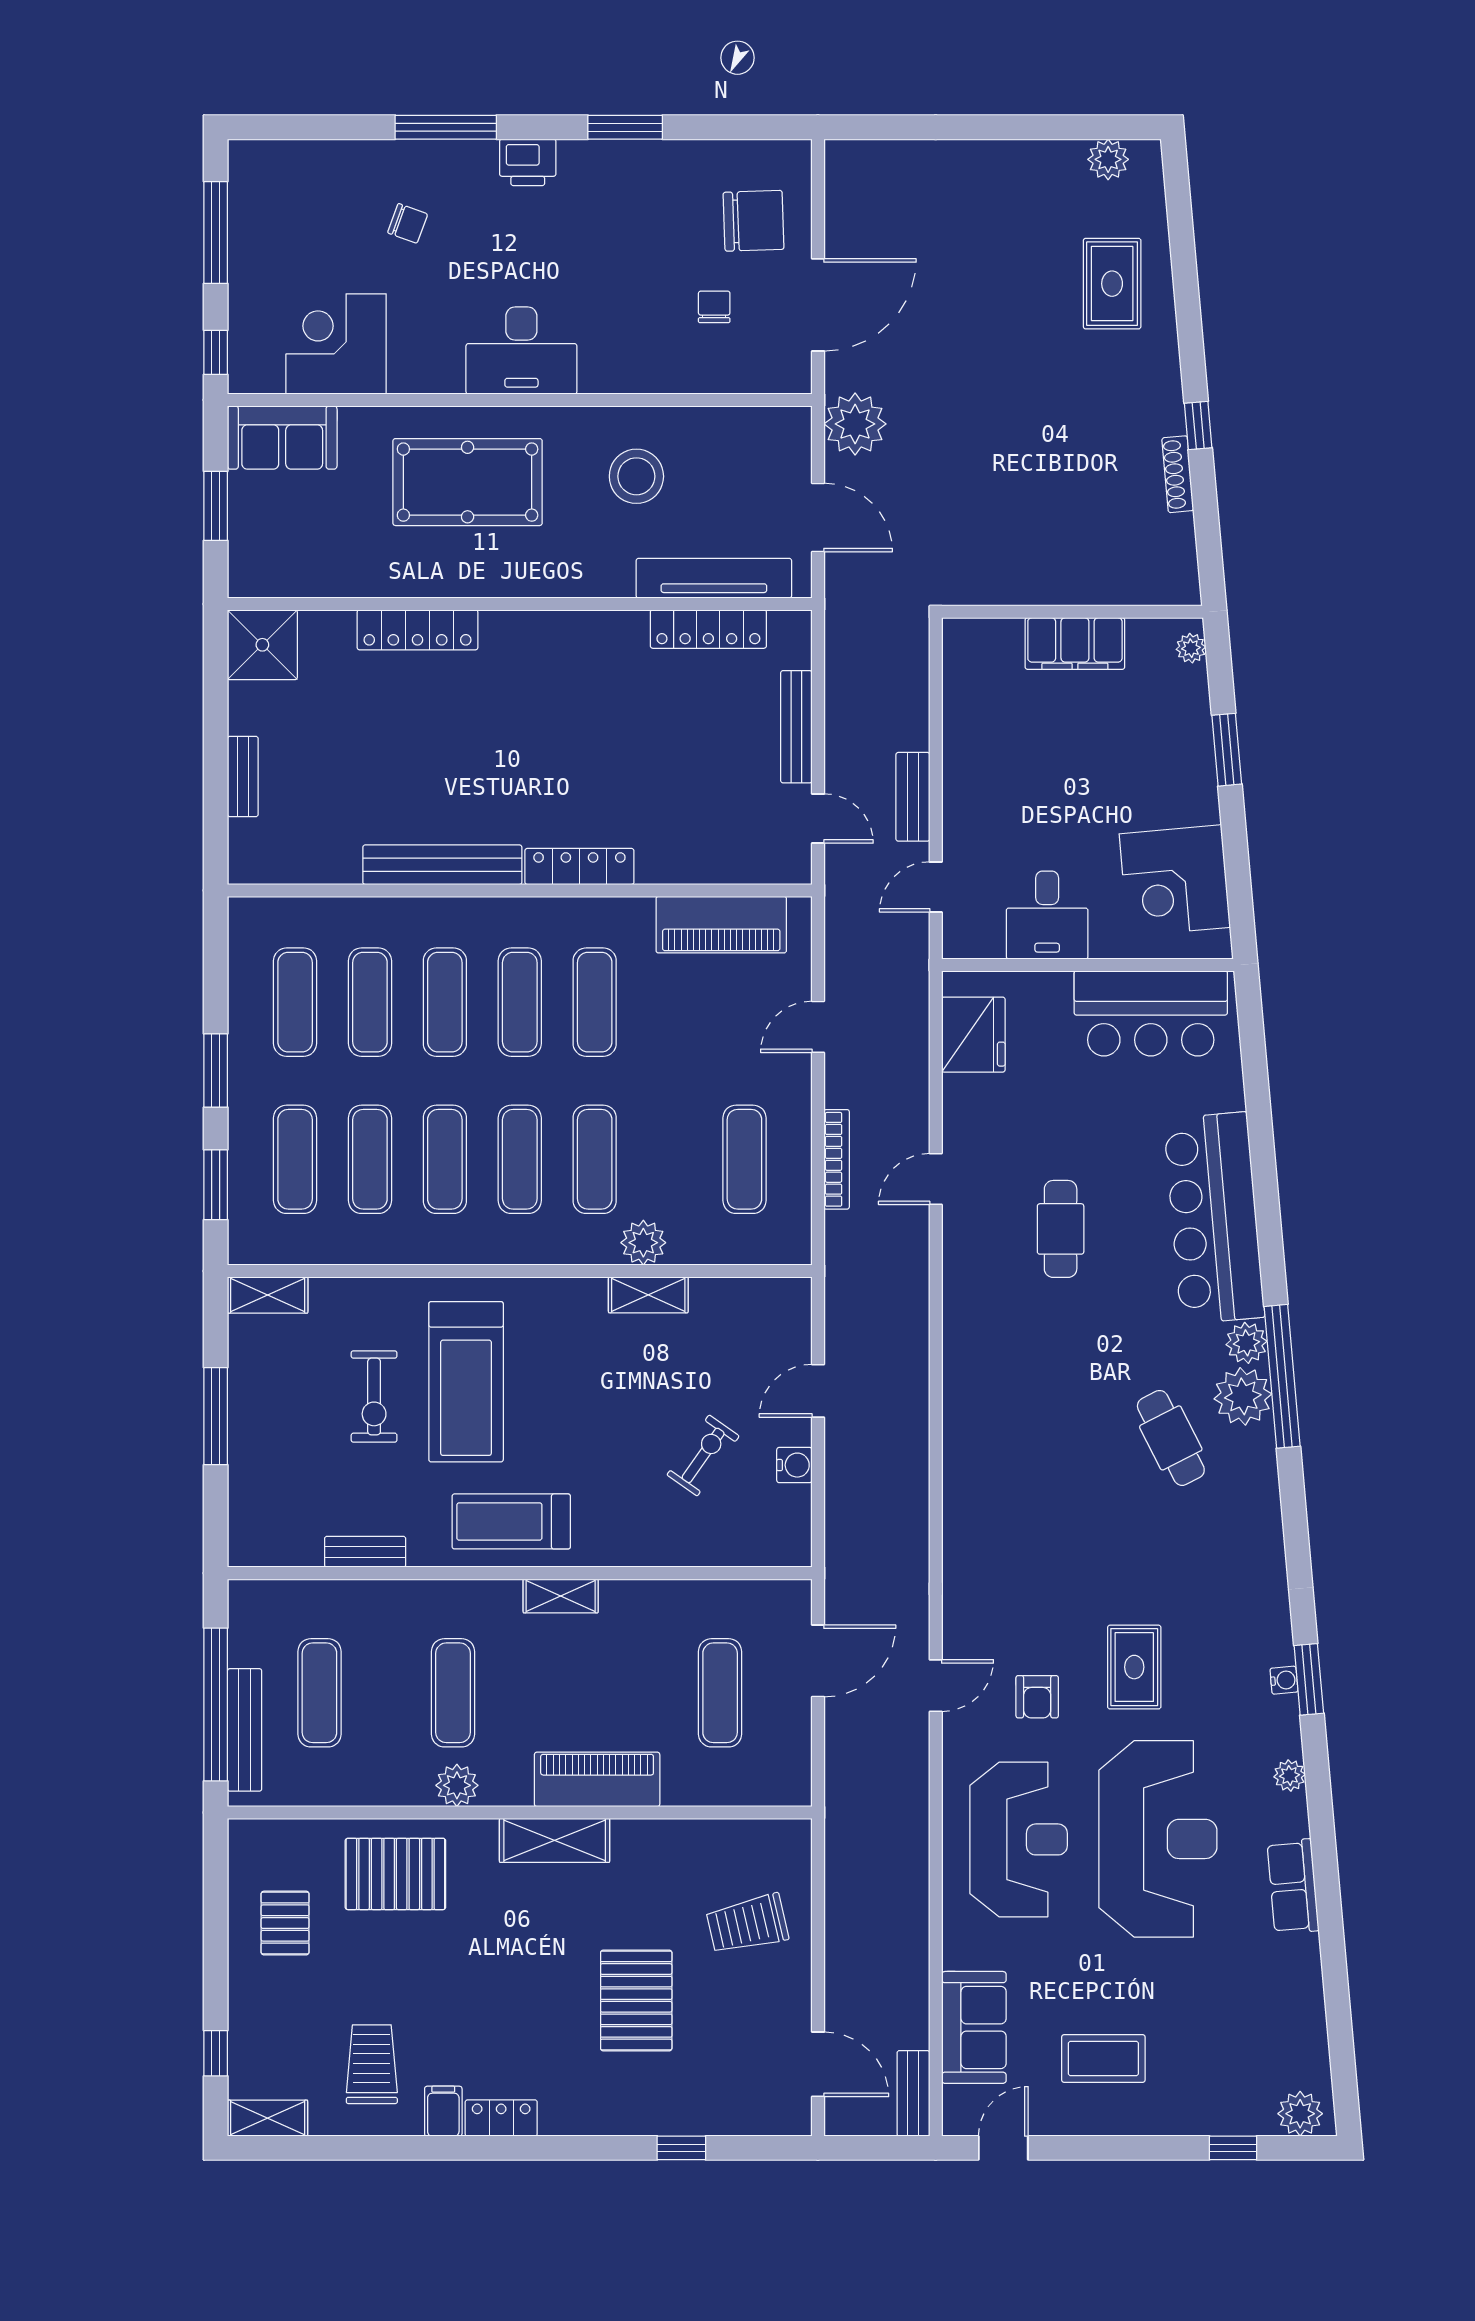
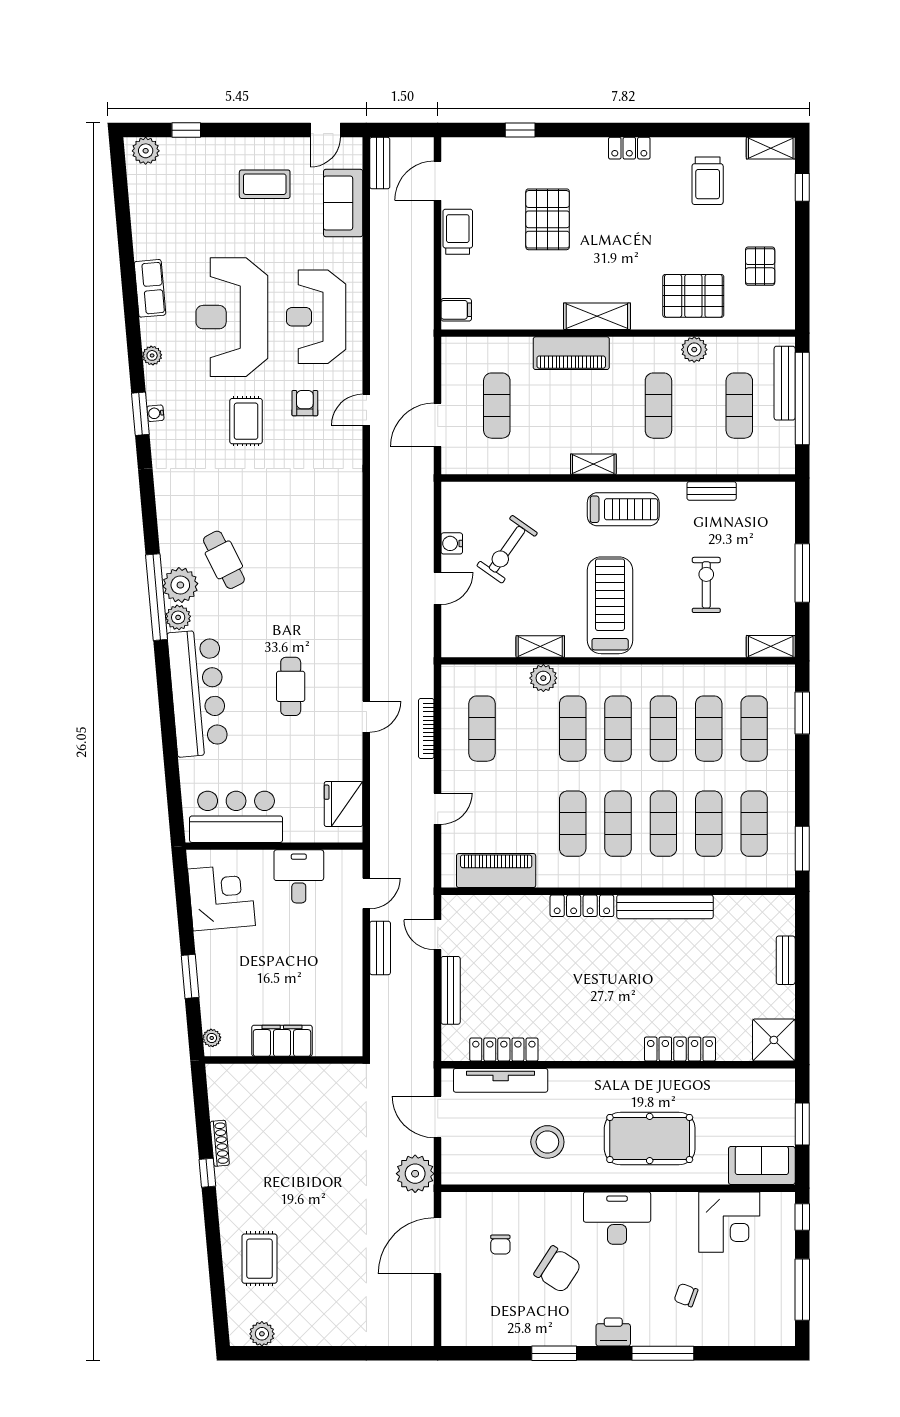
chair: (754, 221) -> (558, 1269), moved, turned -145
window: (216, 1070) -> (802, 849), moved
treadmill: (466, 1382) -> (610, 605), moved
exercise bike: (703, 1455) -> (507, 549), width x1.38, depth x1.39
plant: (457, 1785) -> (694, 350), moved
trolley: (747, 1924) -> (458, 232), moved, turned -77
door: (818, 2064) -> (438, 181), hinge flipped
filing cabinet: (443, 2111) -> (456, 310), moved, turned -90

